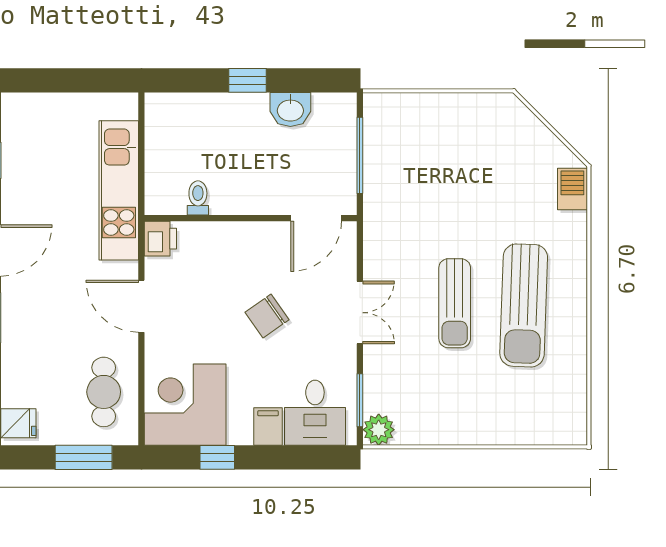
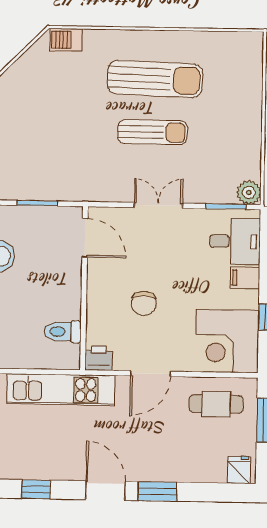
window: (360, 155) -> (37, 203), width x0.69
toilet: (198, 198) -> (63, 332), width x1.37, depth x1.39
chair: (267, 316) -> (144, 303), moved, turned 35

